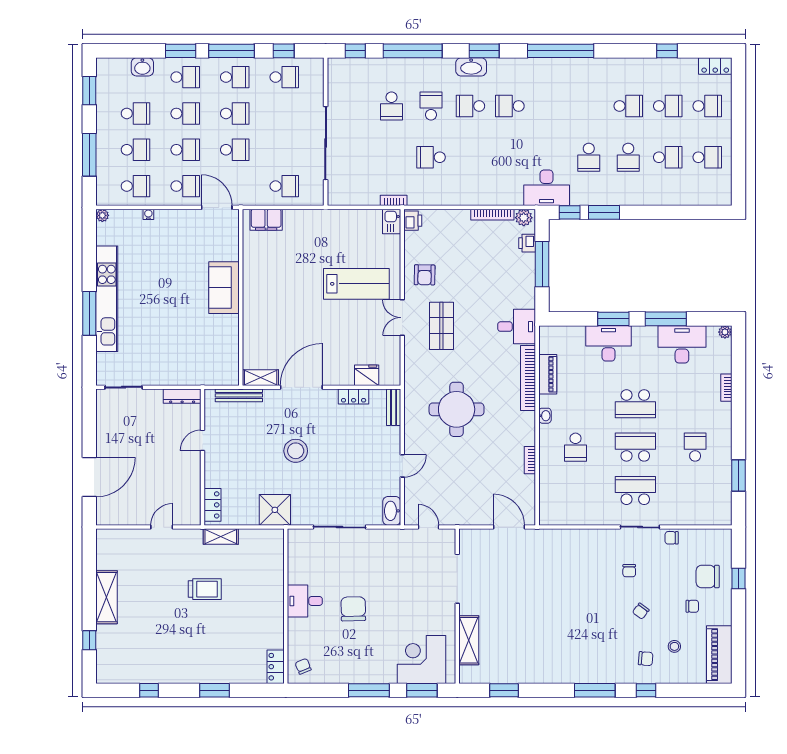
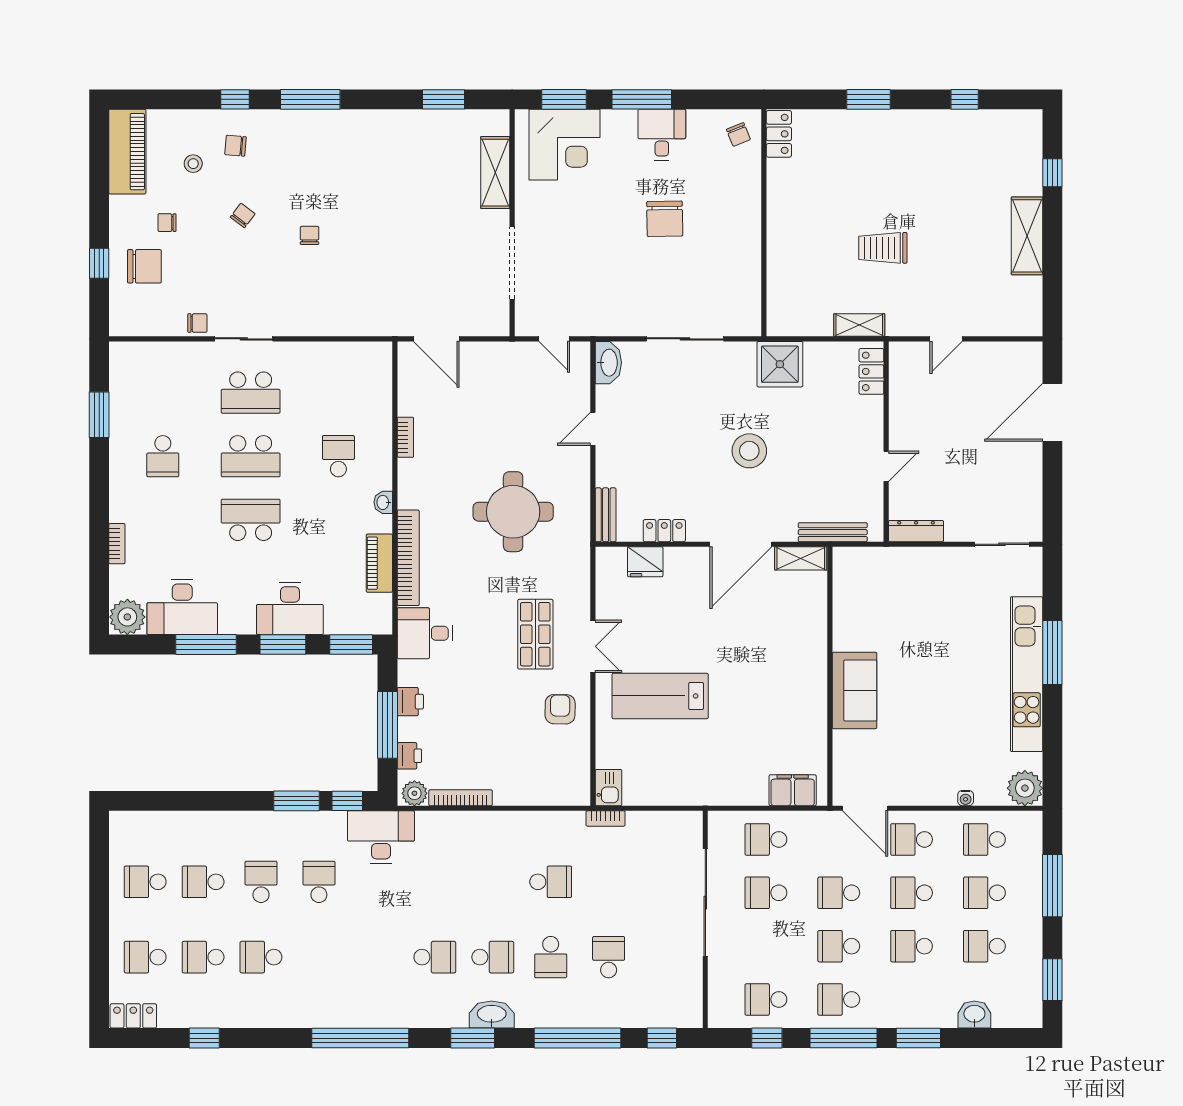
school desk: (185, 77) -> (766, 893), moved
plant: (102, 215) -> (1025, 788), width x1.88, depth x1.88
printer: (413, 221) -> (410, 702), moved, turned 180
window: (567, 319) -> (351, 644), added
plant: (725, 332) -> (127, 617), width x1.88, depth x1.88
chair: (629, 571) -> (310, 235), moved
desk: (305, 601) -> (662, 135), moved, turned -90

